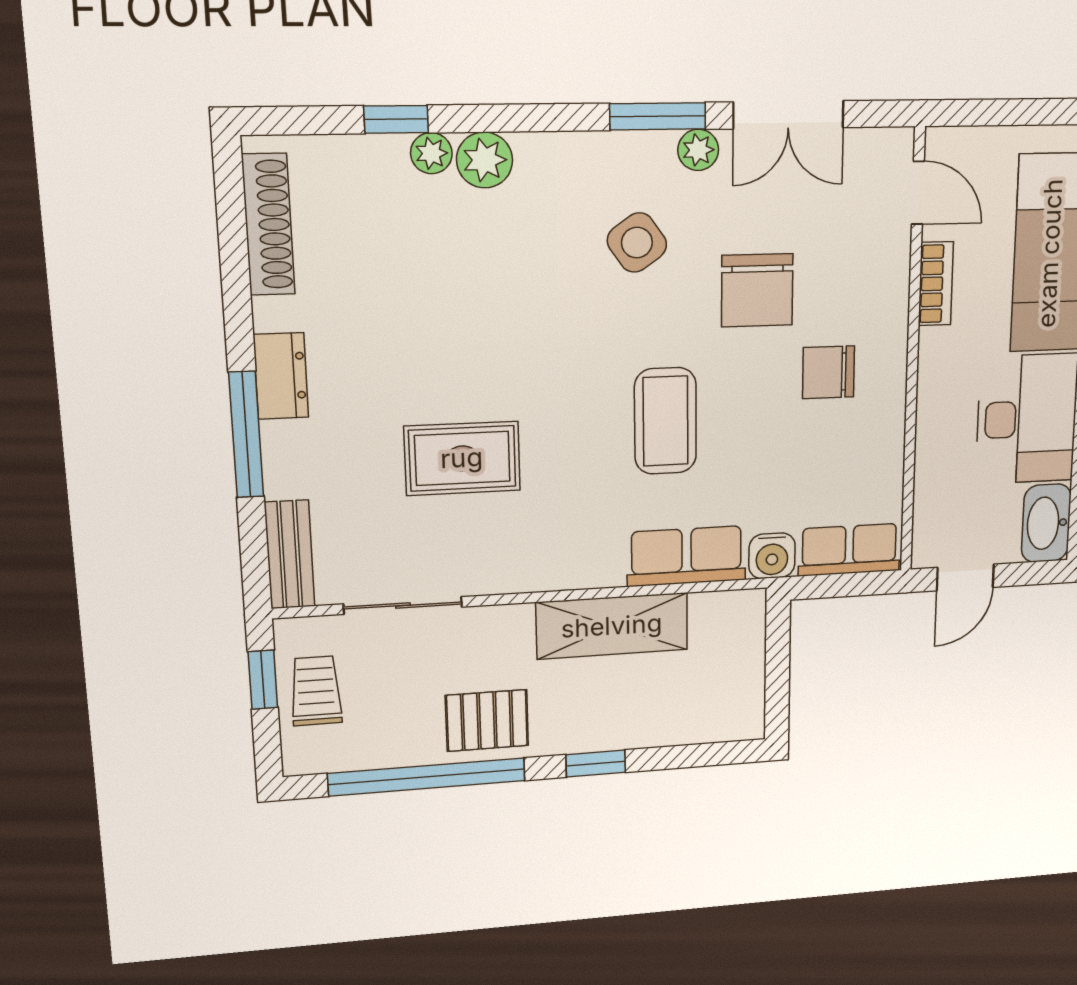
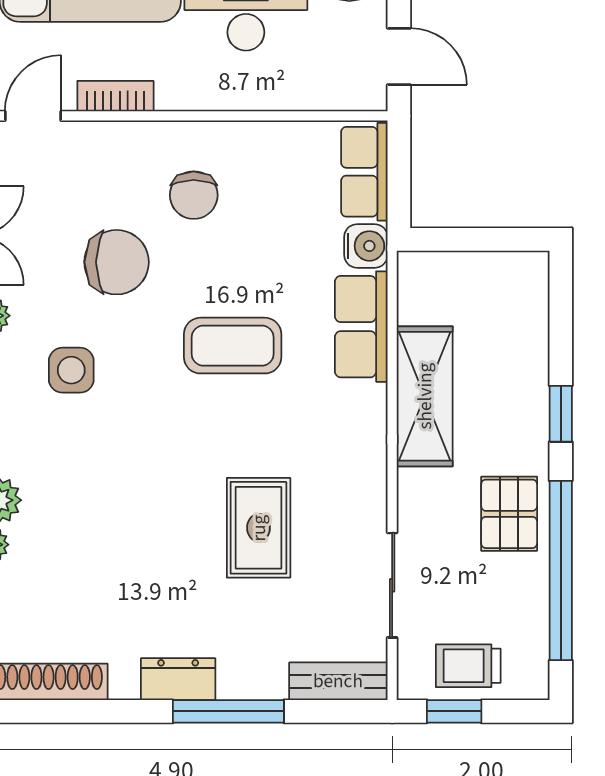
side table: (637, 243) -> (71, 370), turned 35

